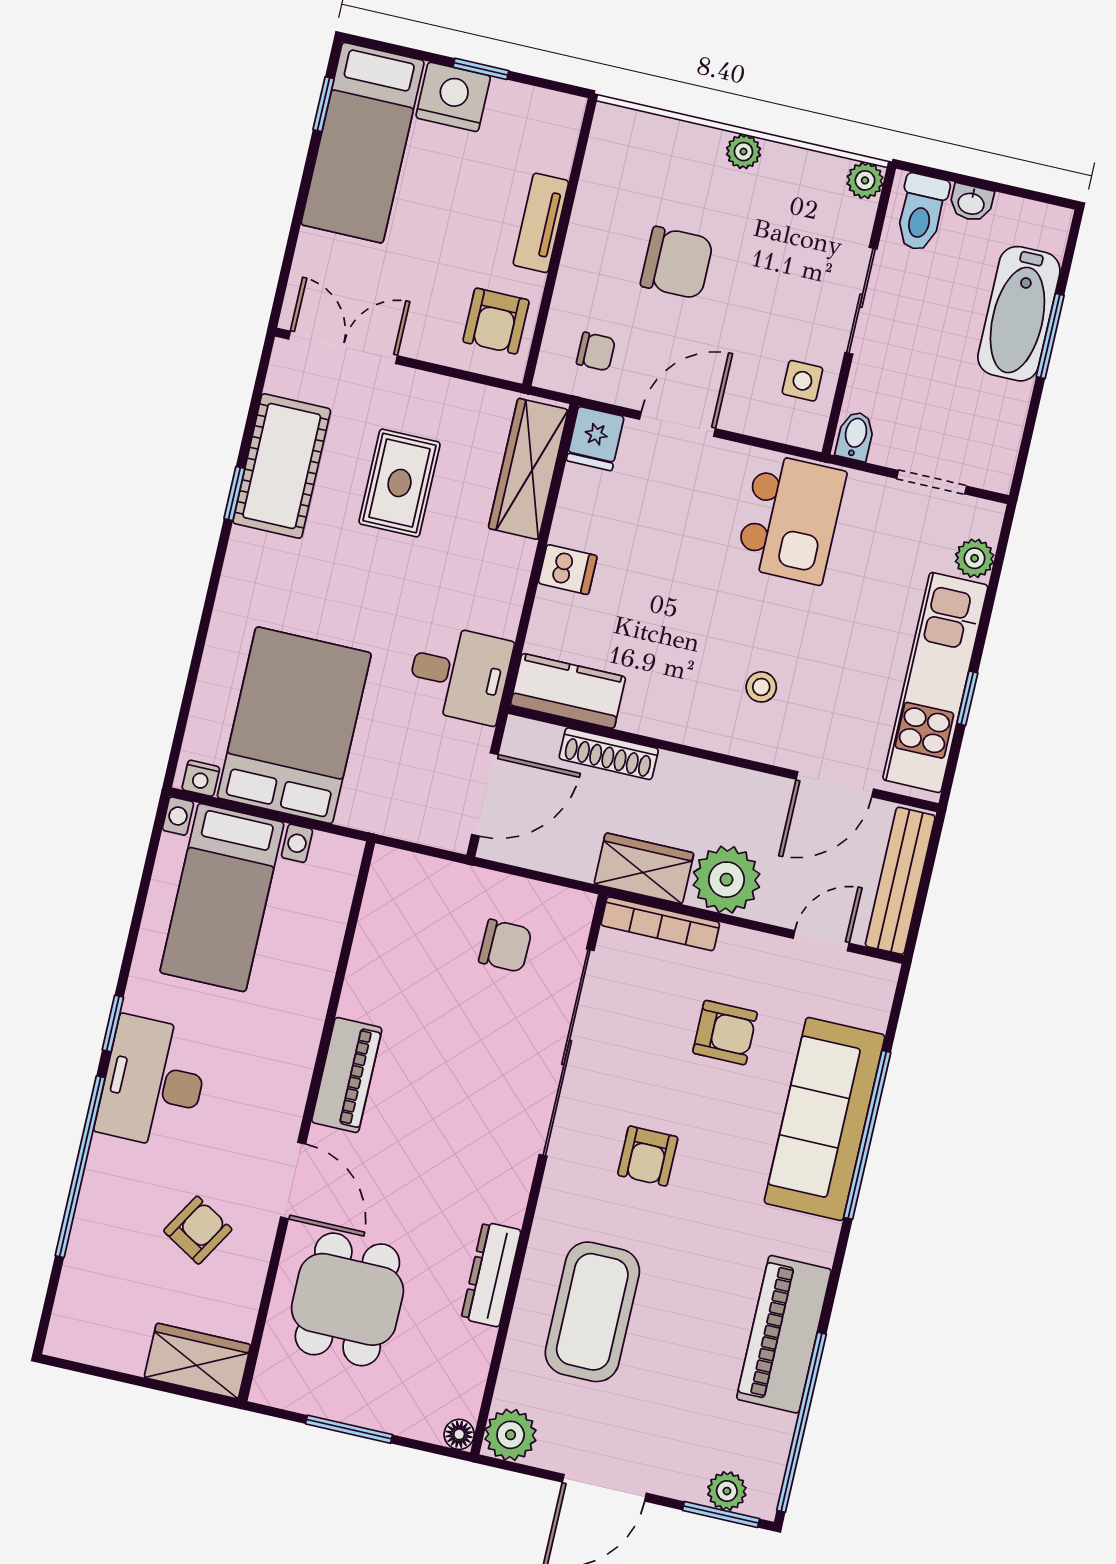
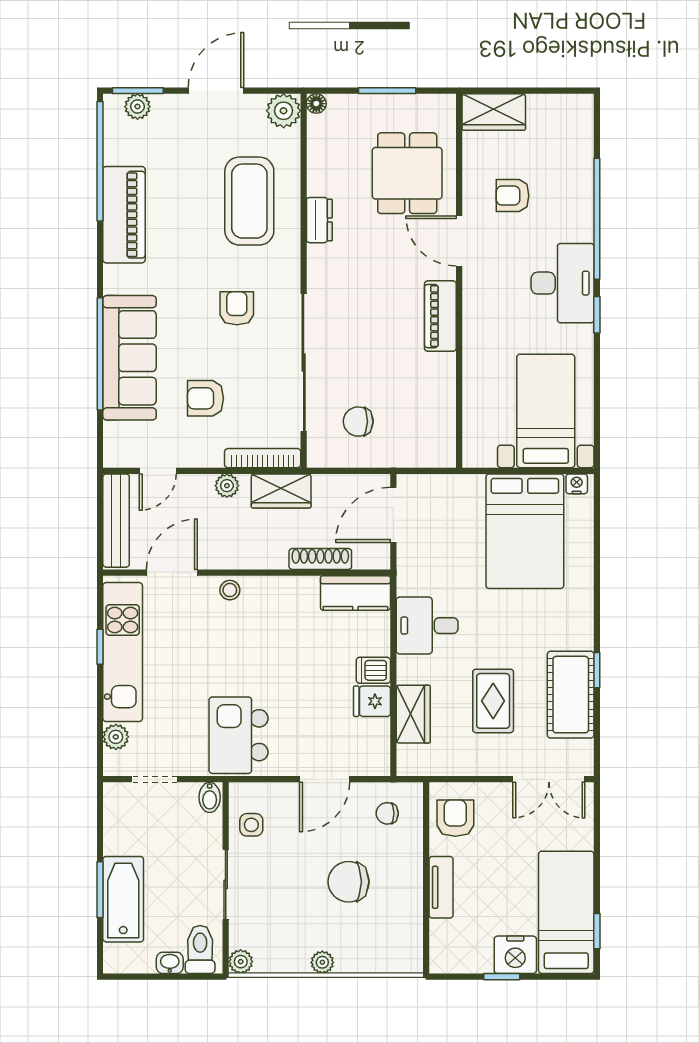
fridge: (595, 439) -> (372, 701), moved, turned -90
wardrobe: (528, 469) -> (413, 714), width x0.67
desk: (459, 674) -> (427, 626), moved
stool: (761, 687) -> (230, 590), moved
plant: (726, 880) -> (227, 486), width x0.53, depth x0.53
armchair: (198, 1230) -> (513, 196), turned 59
dresser: (491, 1274) -> (319, 220), width x0.70

